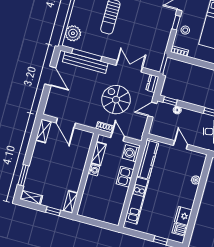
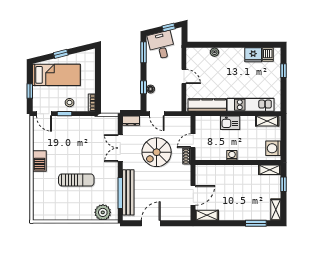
window: (170, 101) -> (144, 87), moved
door: (180, 145) -> (184, 76), swing flipped
washing machine: (131, 153) -> (273, 148), moved, turned 90
shelving: (98, 154) -> (267, 121), moved

